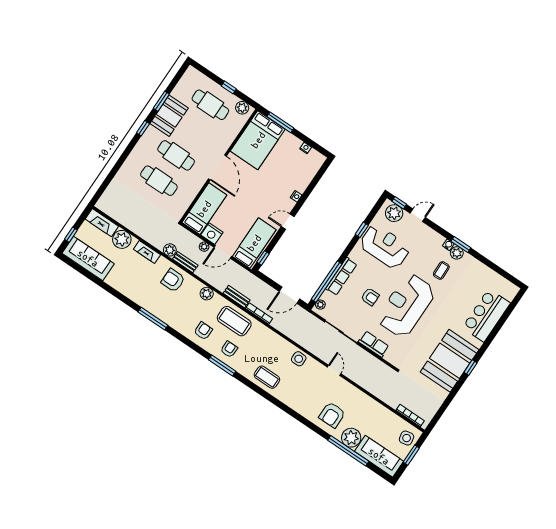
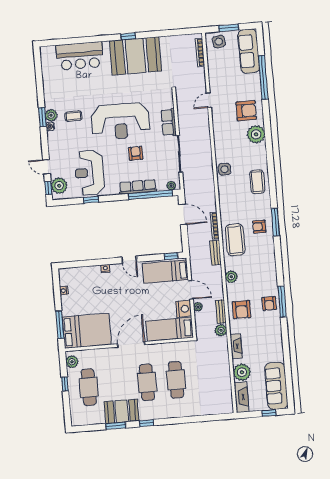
armchair: (203, 331) -> (269, 304), moved, turned -90
door: (334, 370) -> (209, 100), moved
plant: (351, 438) -> (256, 134), moved

